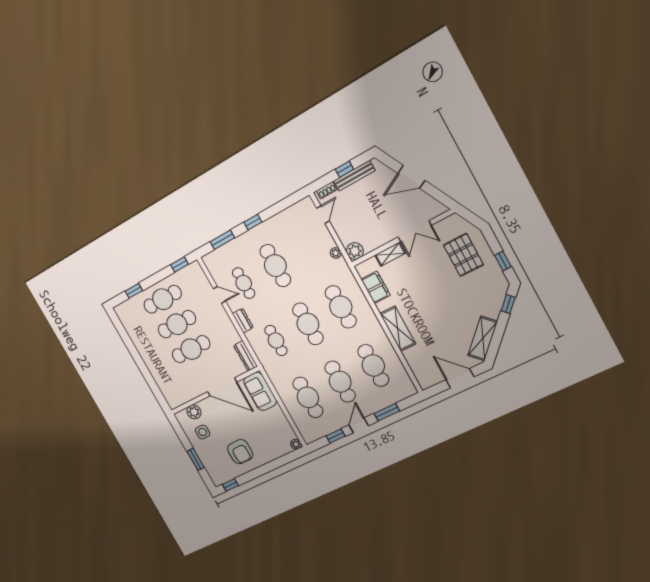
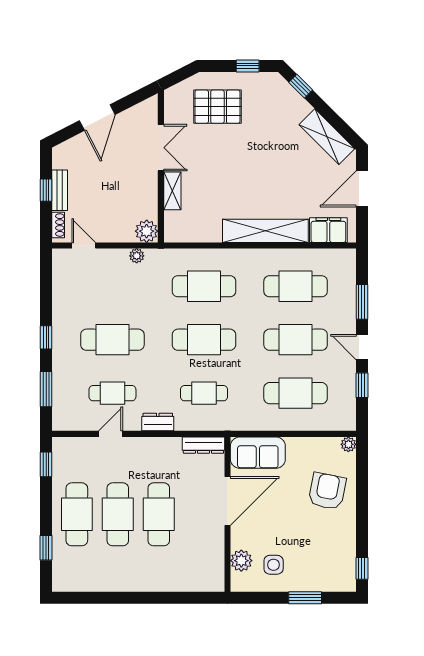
bench: (354, 176) -> (60, 190), width x0.73
filing cabinet: (376, 287) -> (328, 230), moved
shelving: (398, 329) -> (265, 231), width x1.47
armchair: (240, 452) -> (327, 491), moved, turned -79

